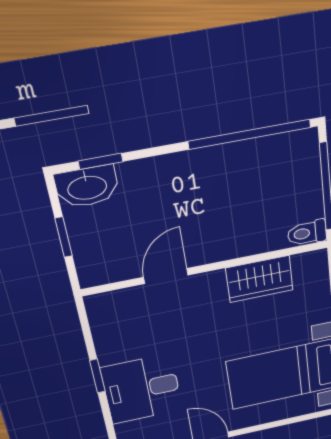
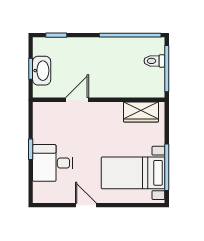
washbasin: (87, 187) -> (42, 71), moved, turned -90
toilet: (307, 233) -> (154, 61), moved
wardrobe: (260, 279) -> (141, 112), moved

